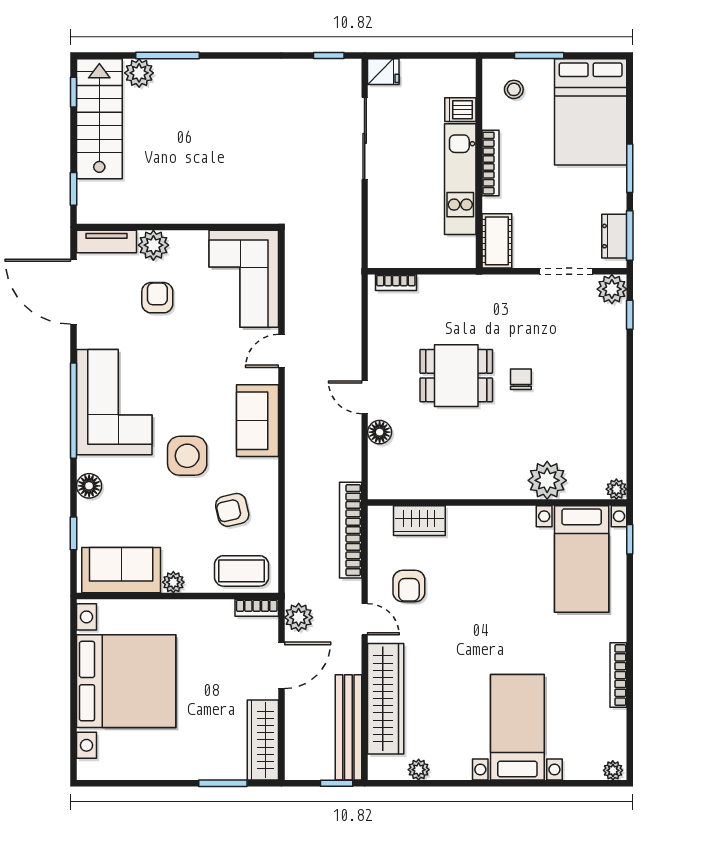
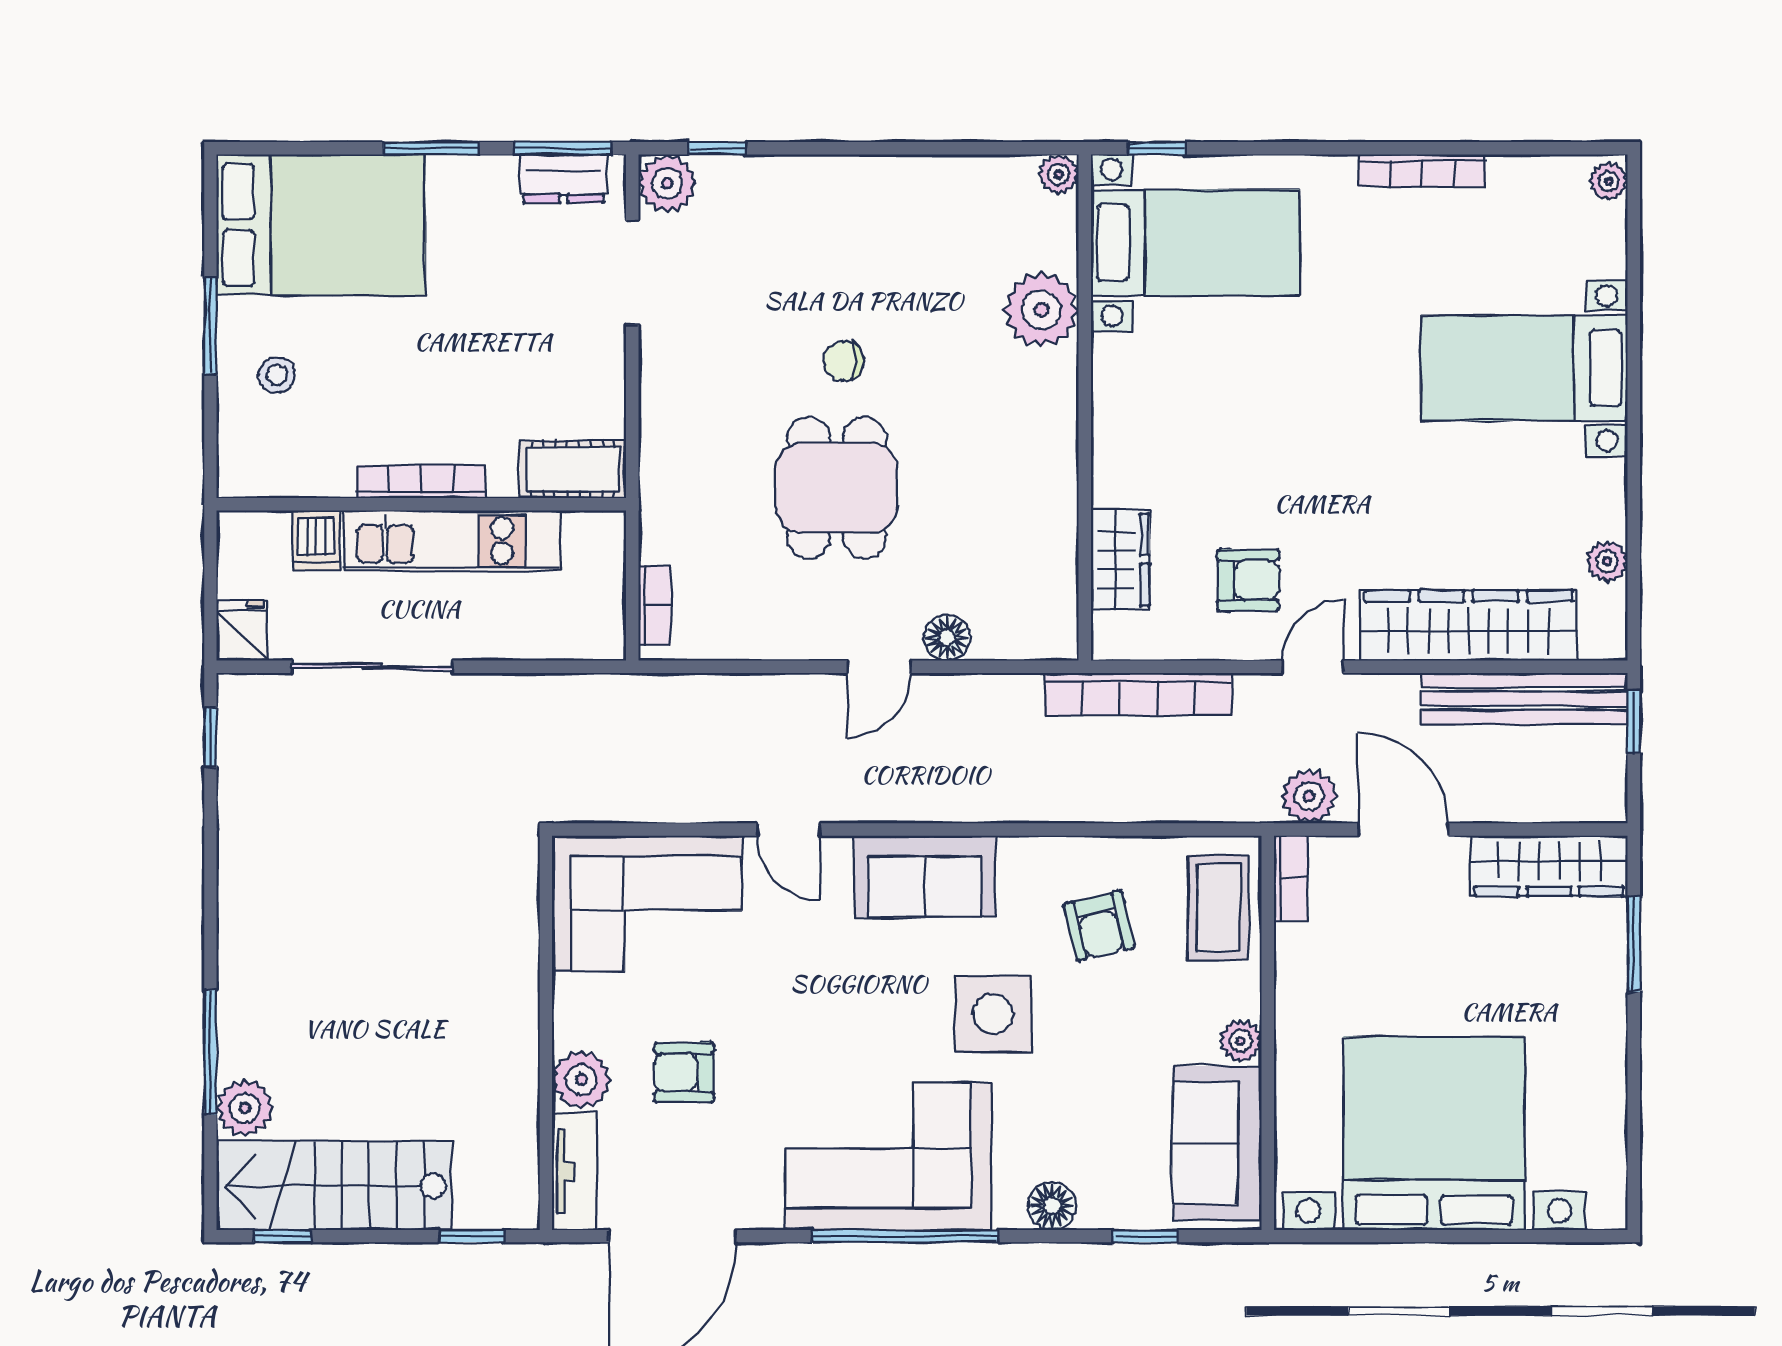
dishwasher: (460, 110) -> (316, 540), moved
wall: (479, 163) -> (421, 504), moved
bookcase: (491, 163) -> (421, 482), moved
kitchen unit: (460, 179) -> (452, 541), moved
cot: (497, 241) -> (573, 469), moved

